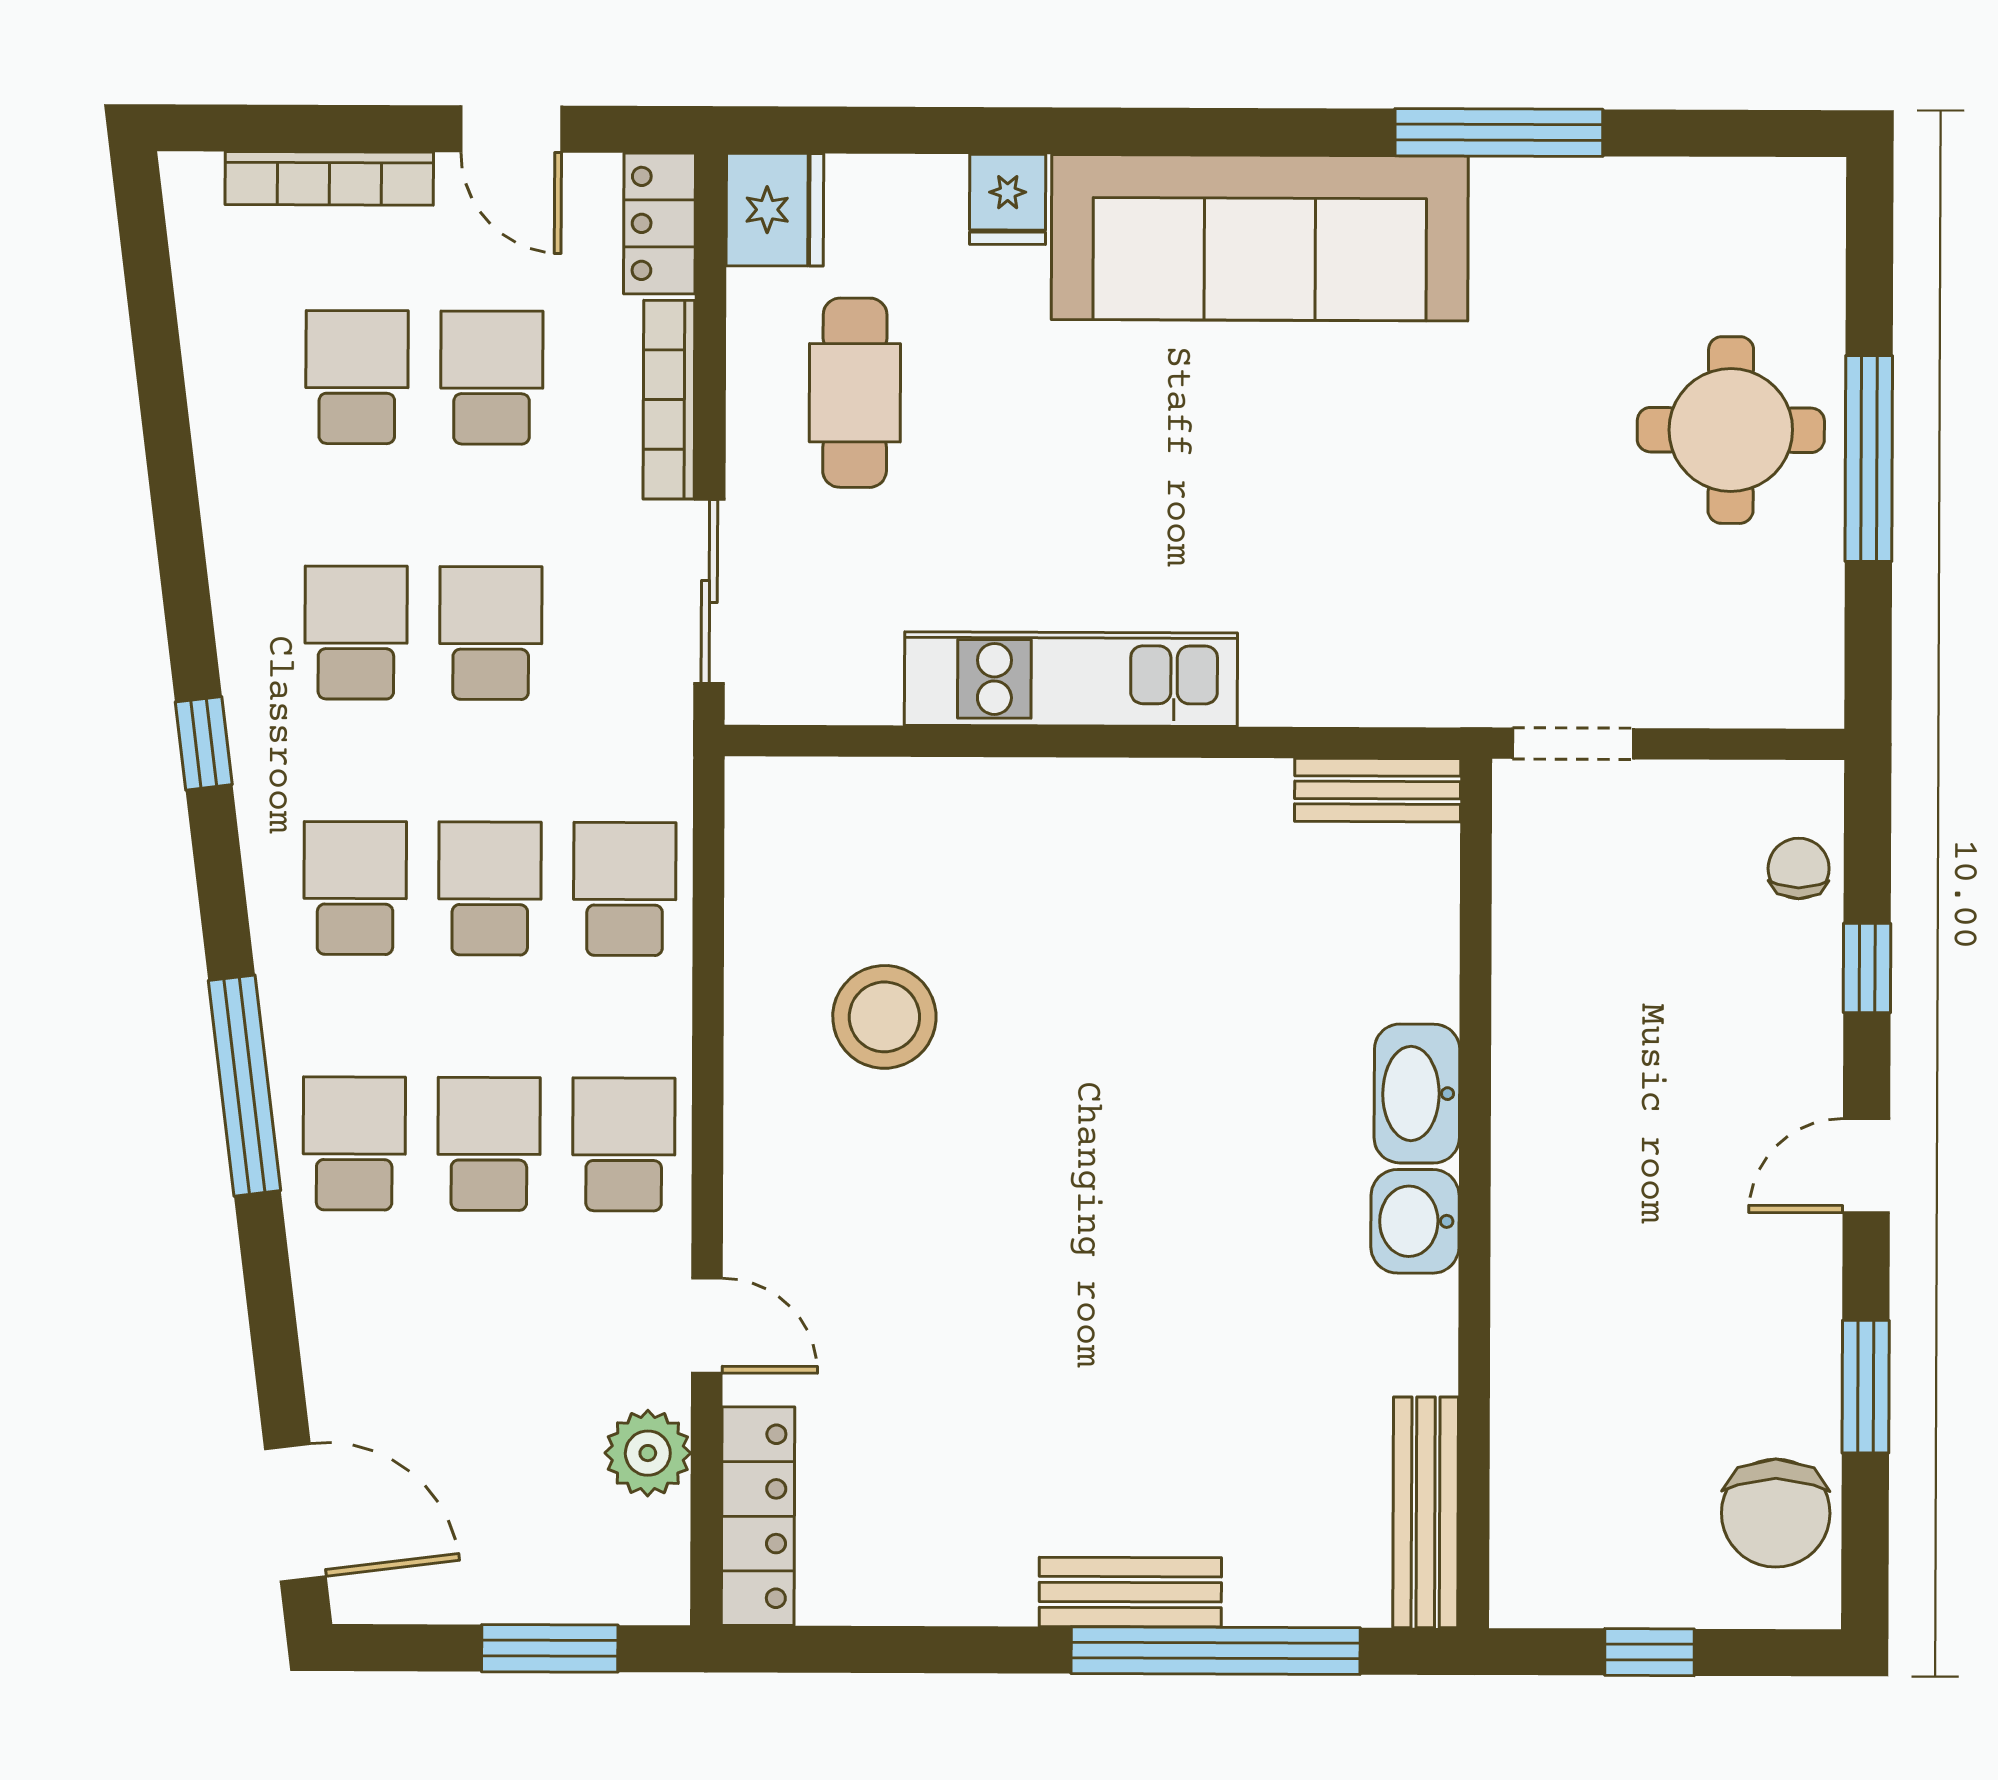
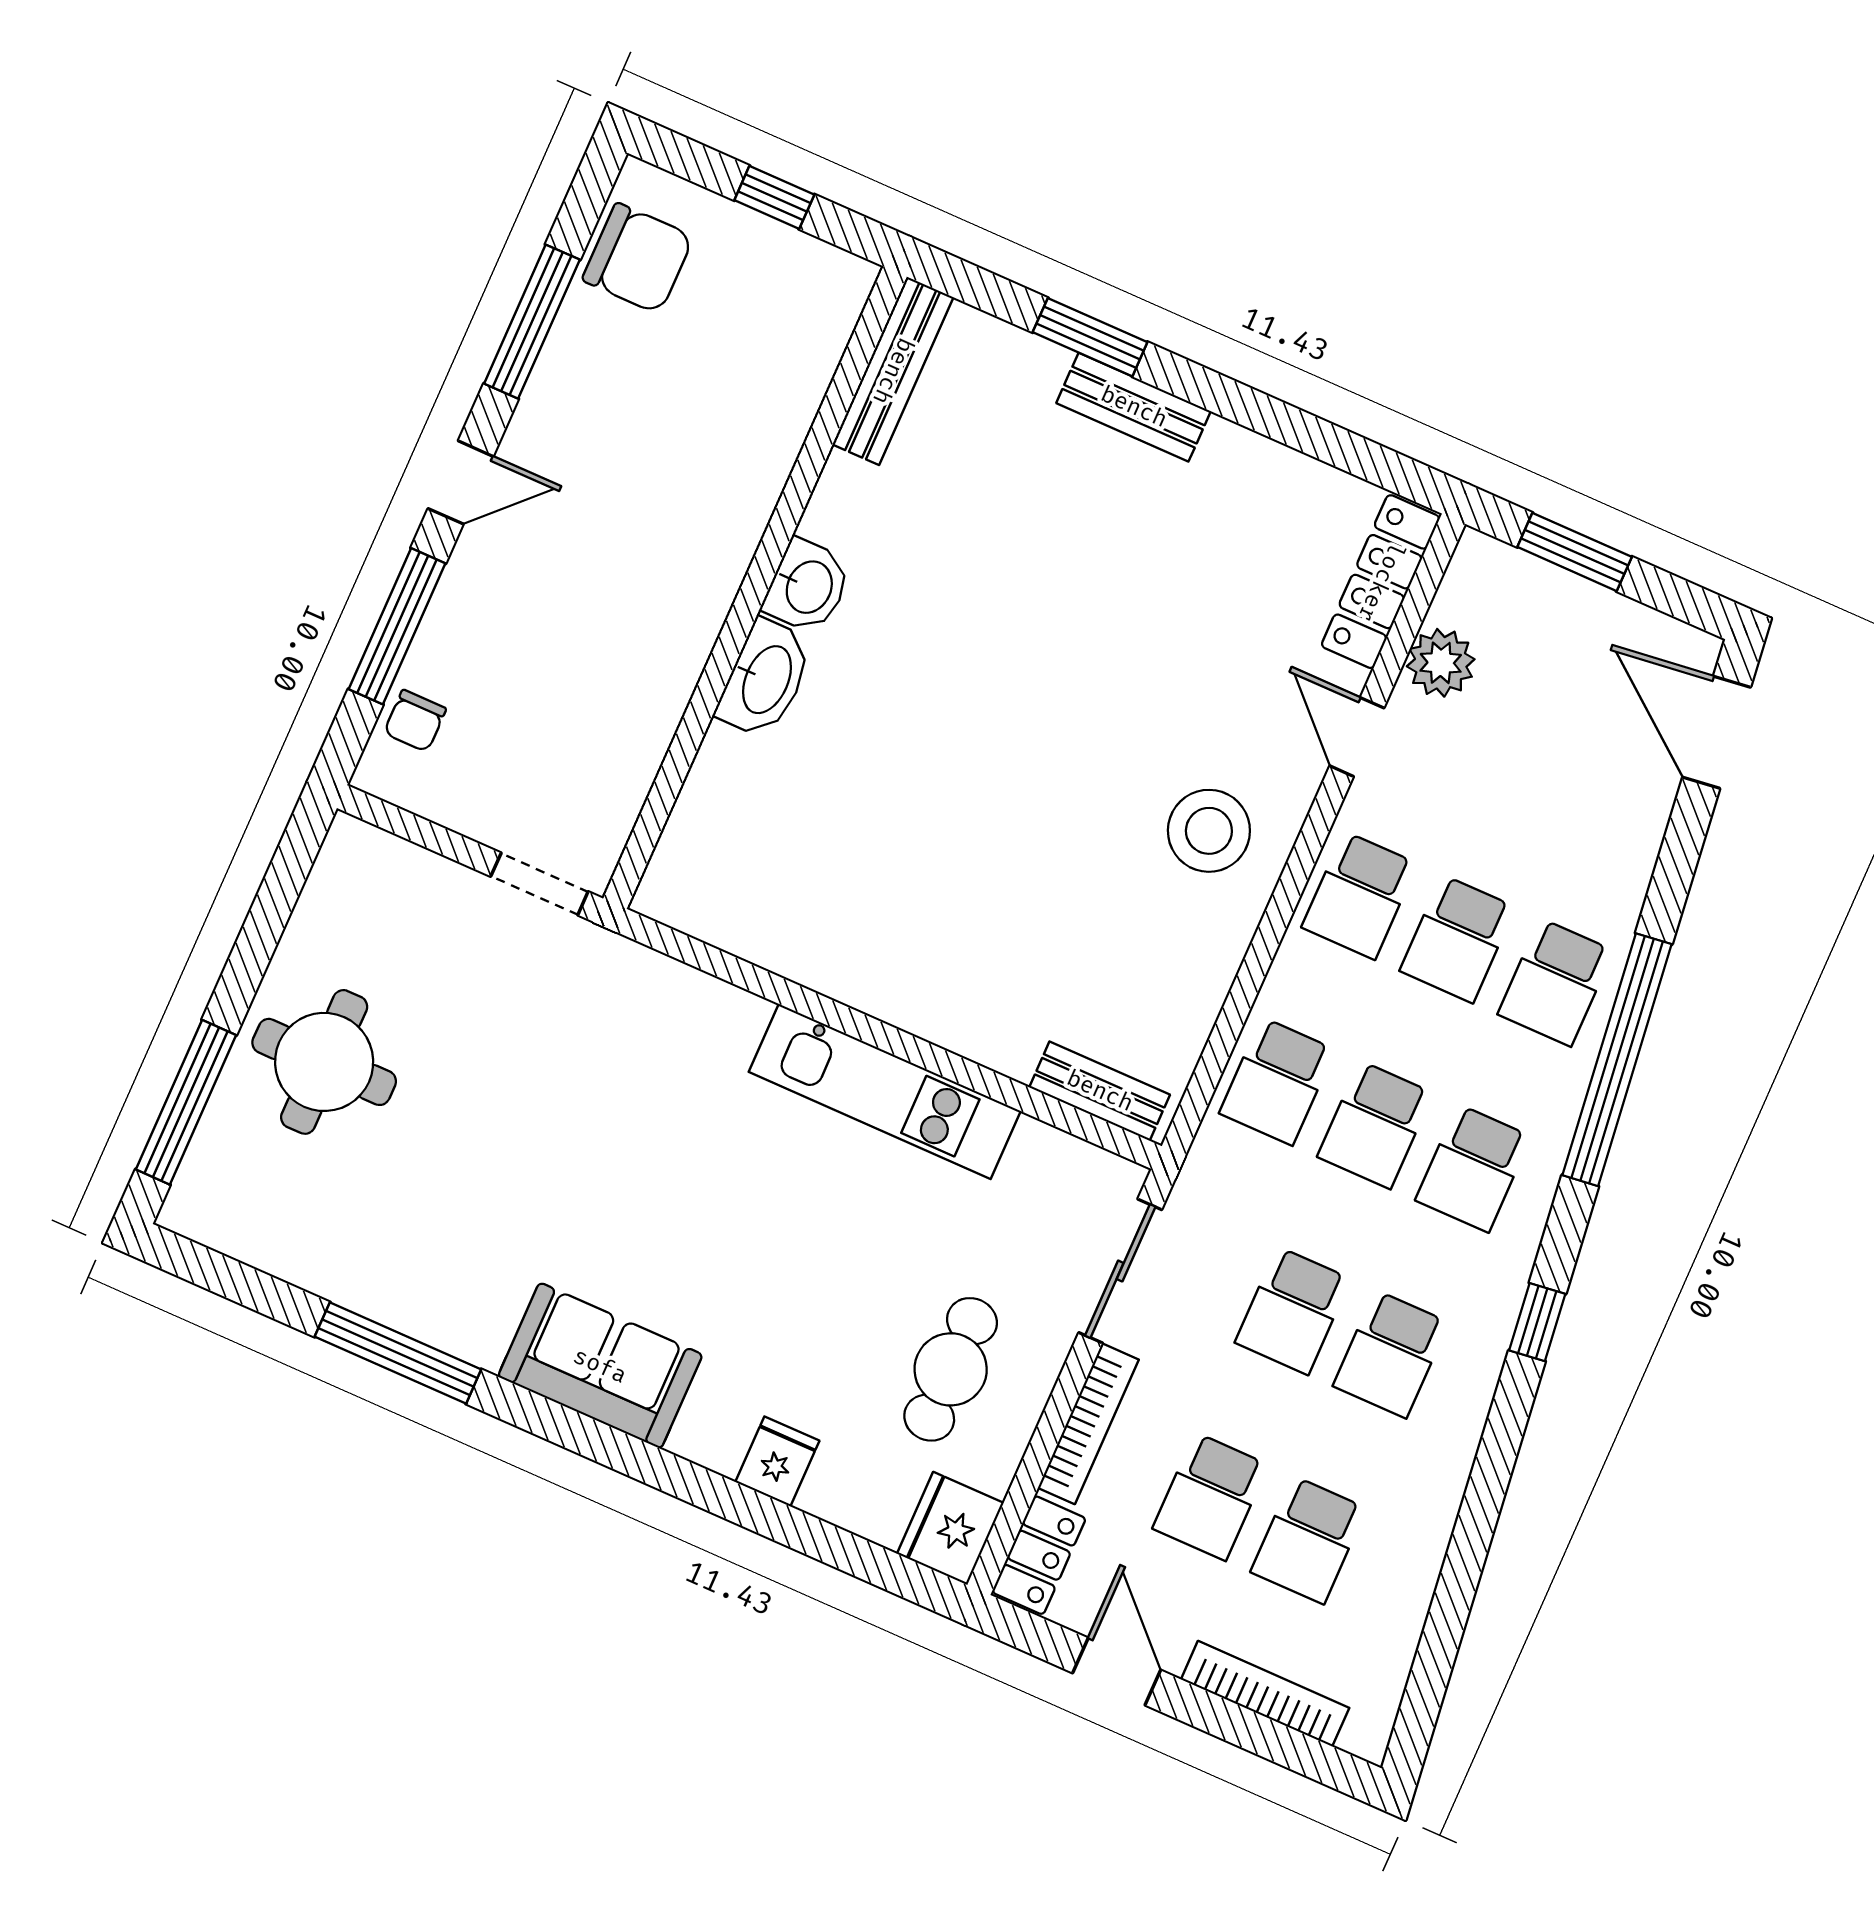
sofa: (1260, 238) -> (600, 1366), width x0.54, depth x0.79
window: (1869, 458) -> (186, 1102), moved
bench: (1378, 790) -> (1100, 1091), moved
window: (1867, 968) -> (397, 626), width x2.17
stool: (884, 1017) -> (1209, 831), moved
window: (245, 1086) -> (1617, 1060), width x1.46
window: (1866, 1387) -> (532, 322), width x1.44
chair: (1776, 1513) -> (638, 258), turned 90
window: (1216, 1651) -> (1090, 337), width x0.47

